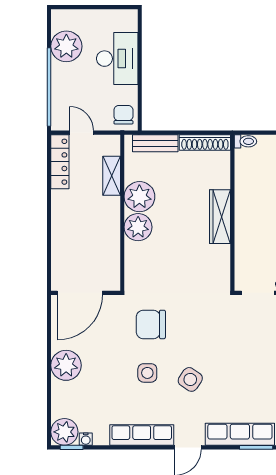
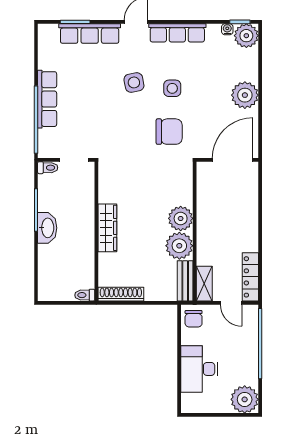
plant: (66, 46) -> (245, 399), moved
bench: (155, 143) -> (185, 281), moved, turned 90
shelving: (112, 176) -> (204, 284), moved
side table: (190, 379) -> (134, 82), turned 45

